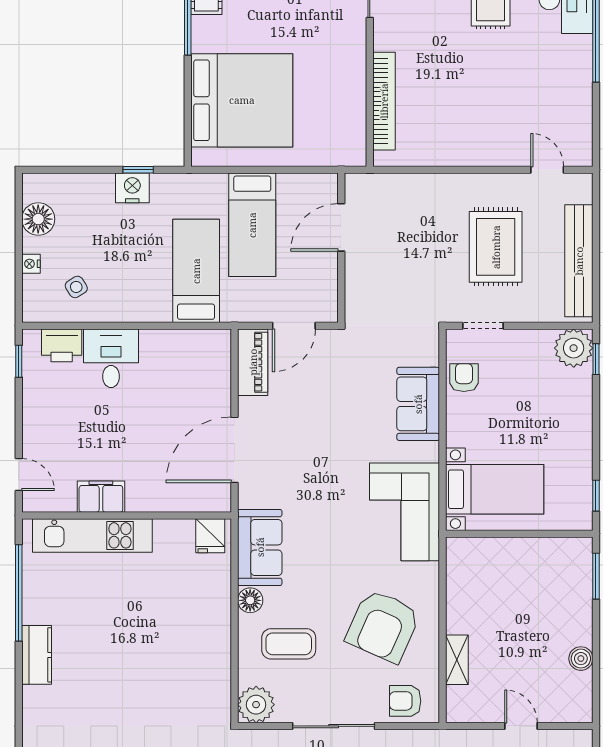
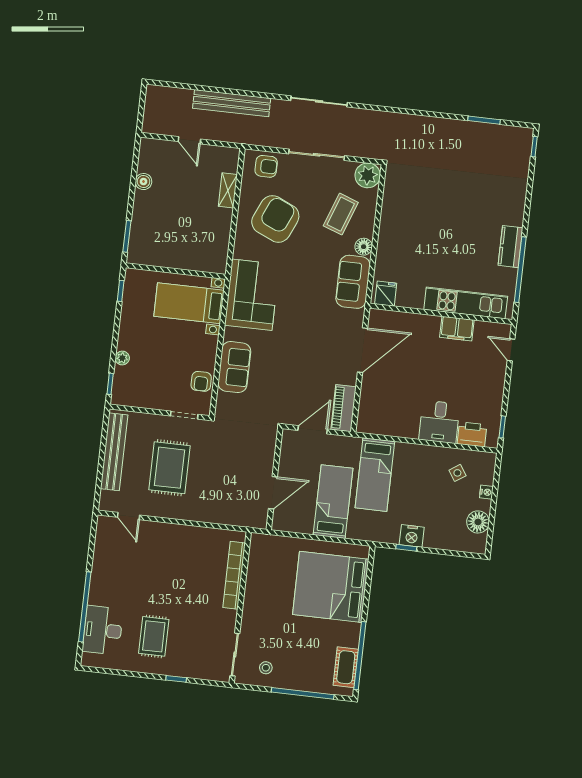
plant: (574, 348) -> (122, 358), moved, width x0.53, depth x0.53
coffee table: (289, 644) -> (341, 214), turned -70
kitchen counter: (37, 655) -> (510, 247), moved

